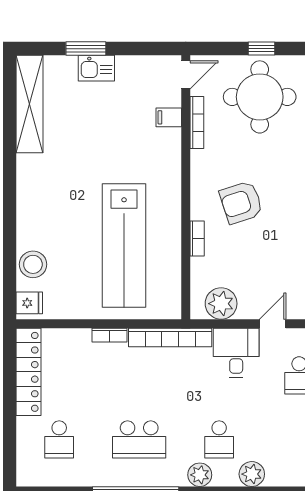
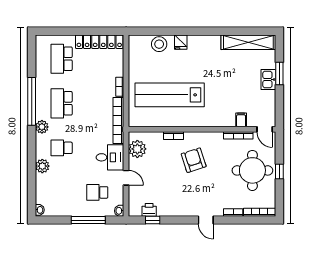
fridge: (29, 303) -> (181, 42), moved
school desk: (59, 439) -> (62, 59), width x1.85
plant: (200, 475) -> (42, 127), moved

